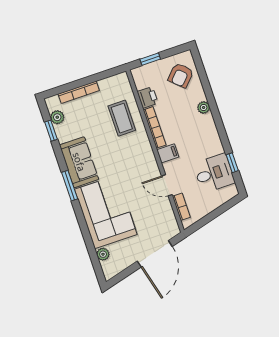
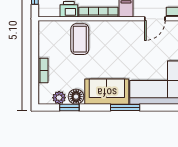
bookcase: (79, 92) -> (43, 70), width x0.64
coffee table: (122, 118) -> (80, 39), turned 90
floor lamp: (64, 134) -> (76, 97), added

